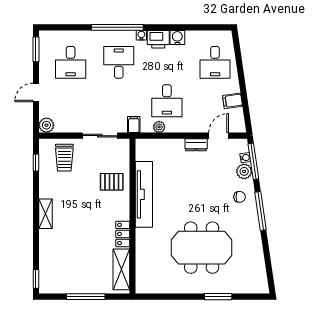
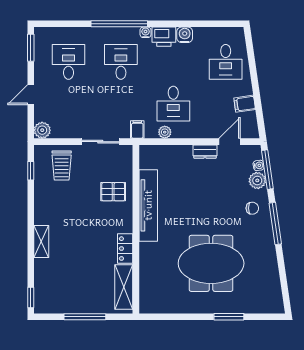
desk: (71, 62) -> (68, 62), turned 180
shelving: (46, 214) -> (41, 241), moved

